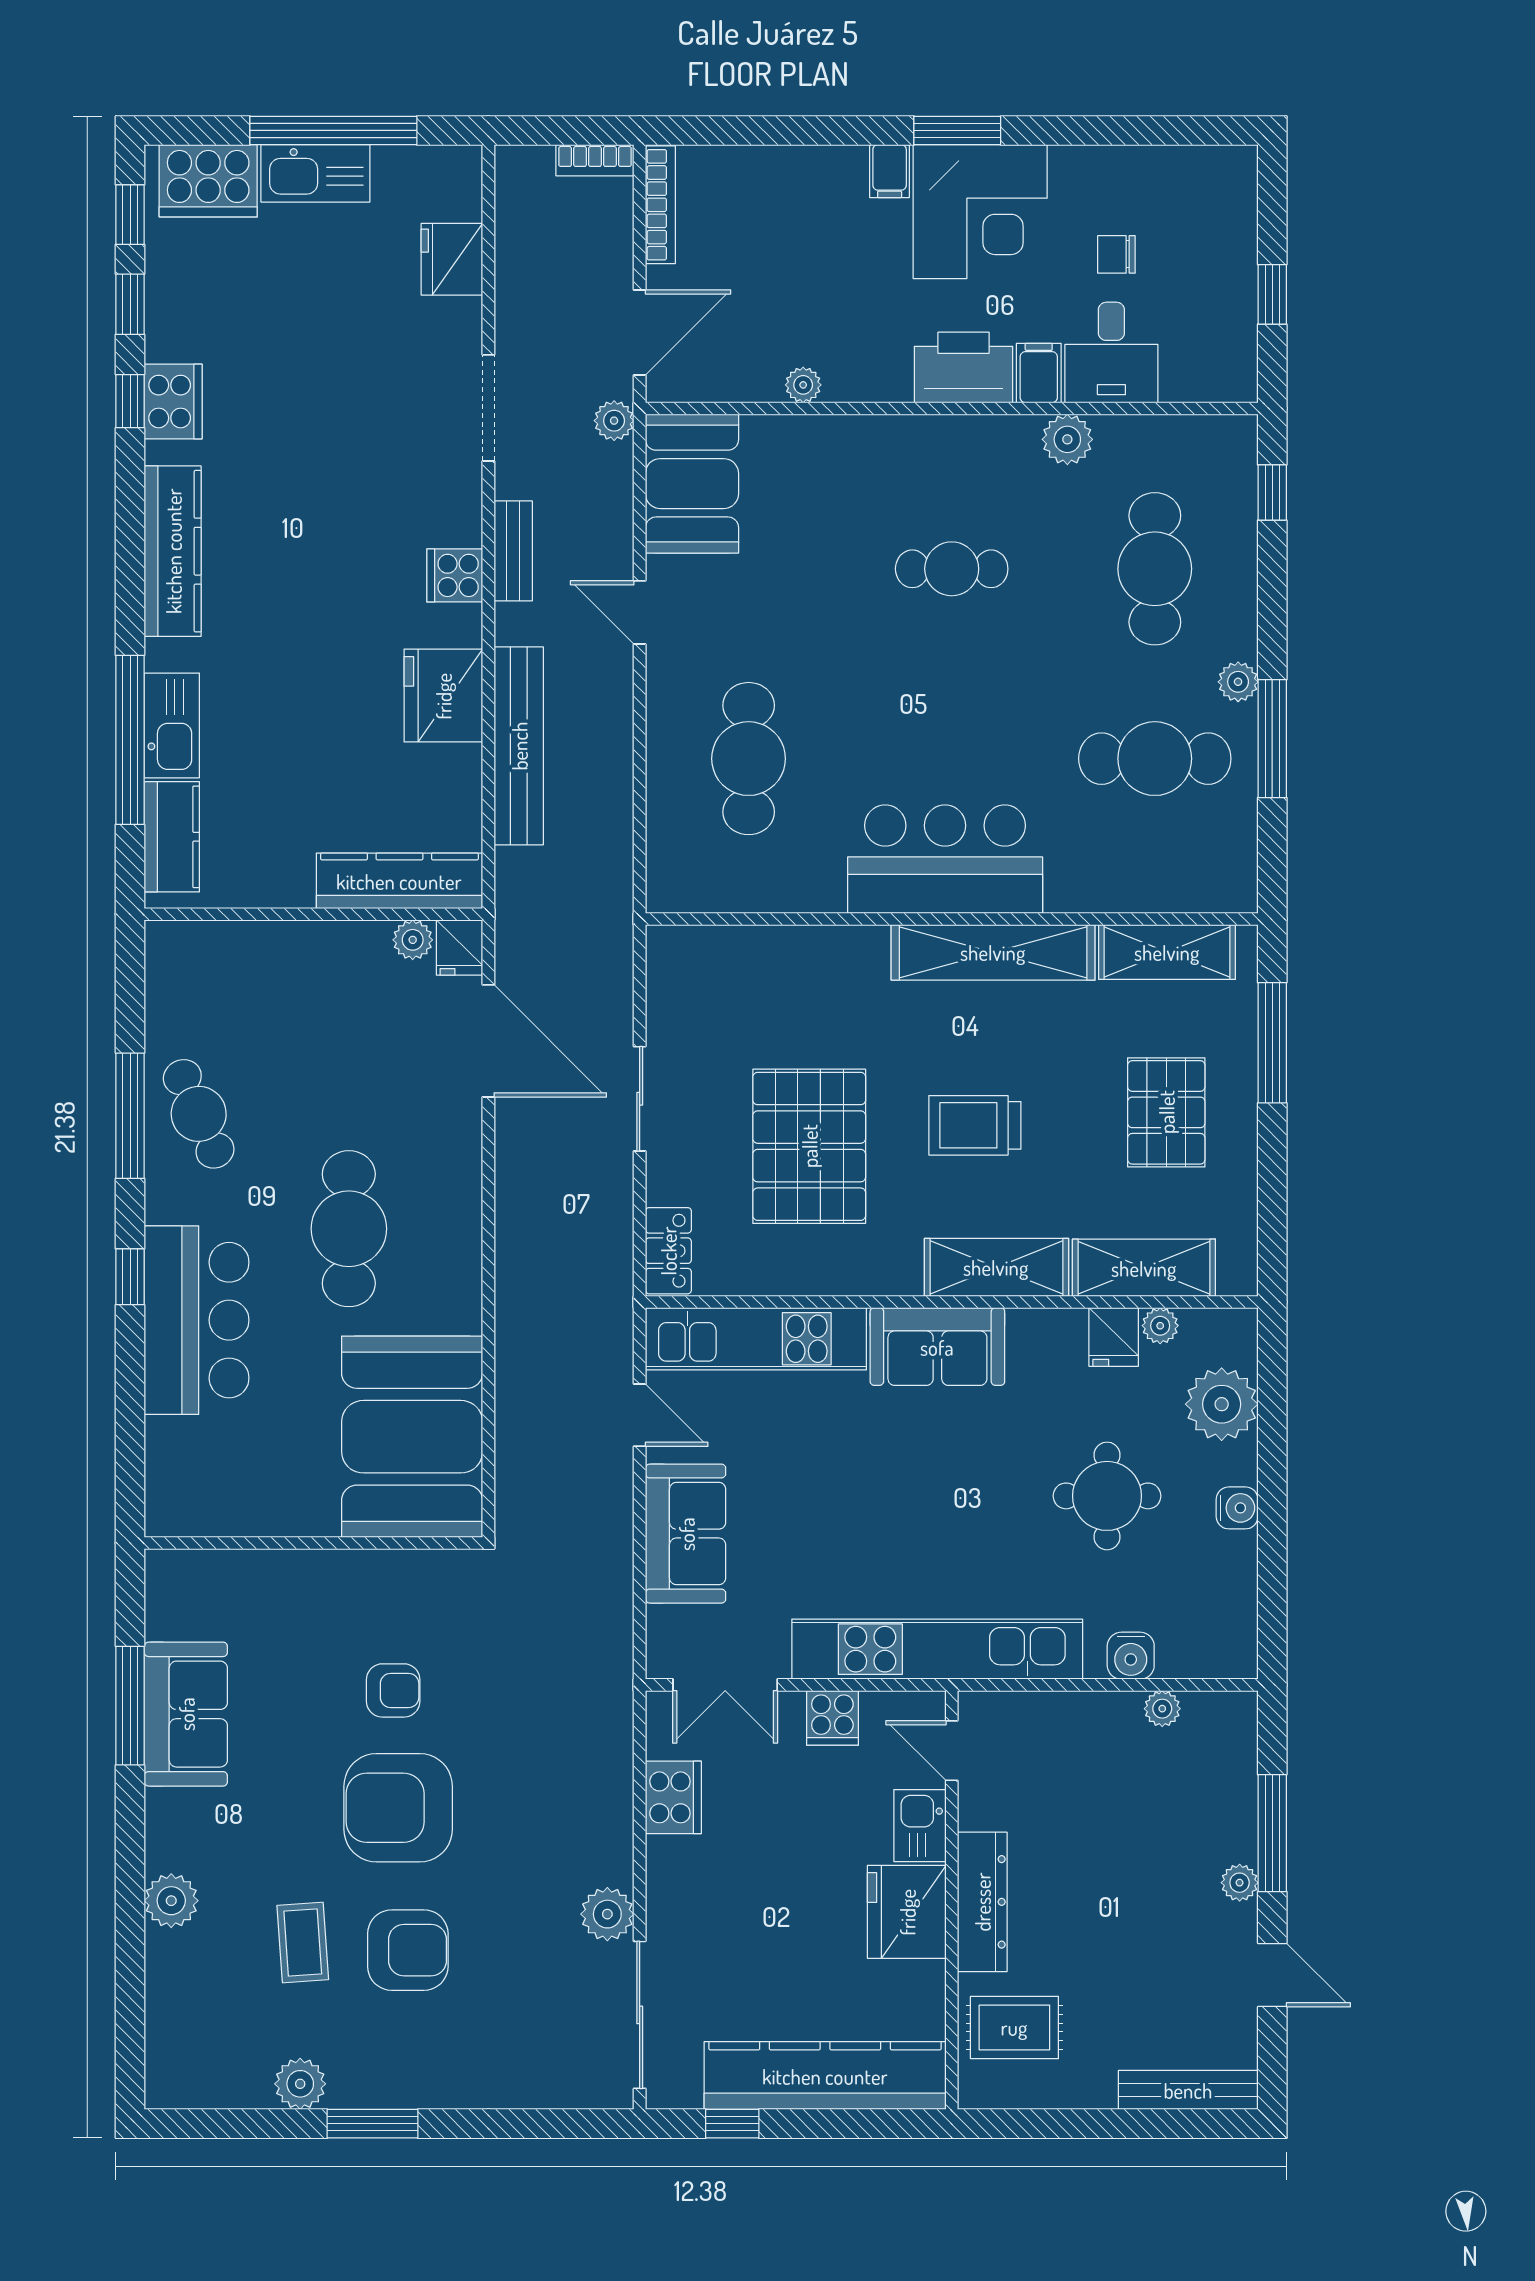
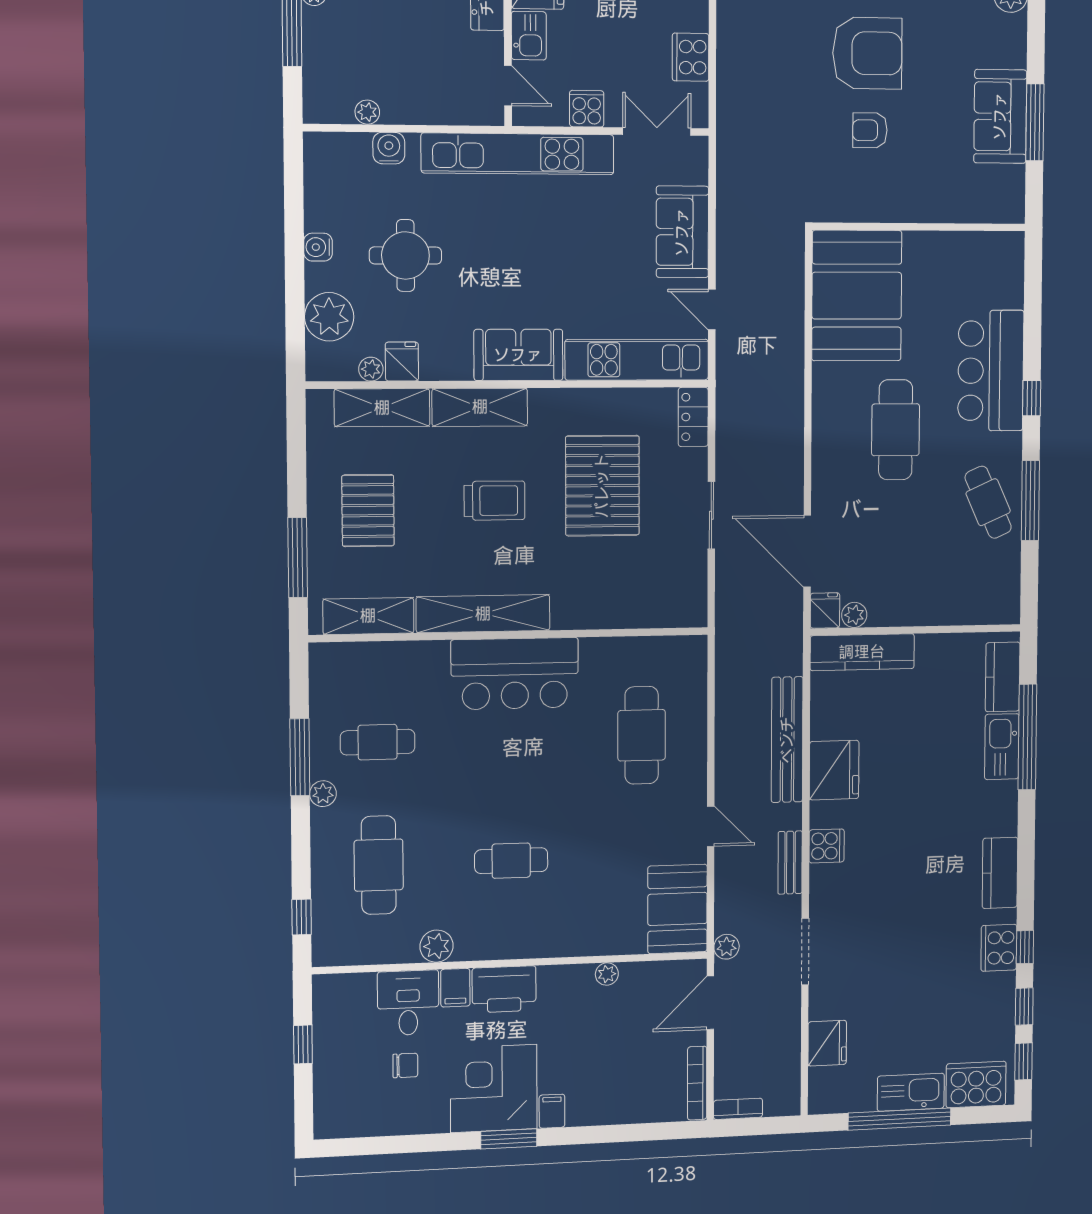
kitchen counter: (173, 551) -> (1000, 873), width x0.67
cafe table: (1155, 759) -> (378, 742), width x0.73, depth x0.74

